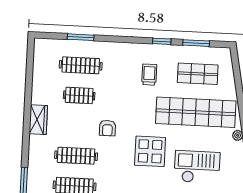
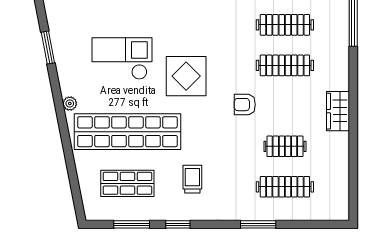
window: (81, 37) -> (258, 224), moved
trolley: (149, 75) -> (192, 179), turned 180
armchair: (107, 128) -> (245, 105), turned -90
checkout: (197, 167) -> (122, 58), turned 180

